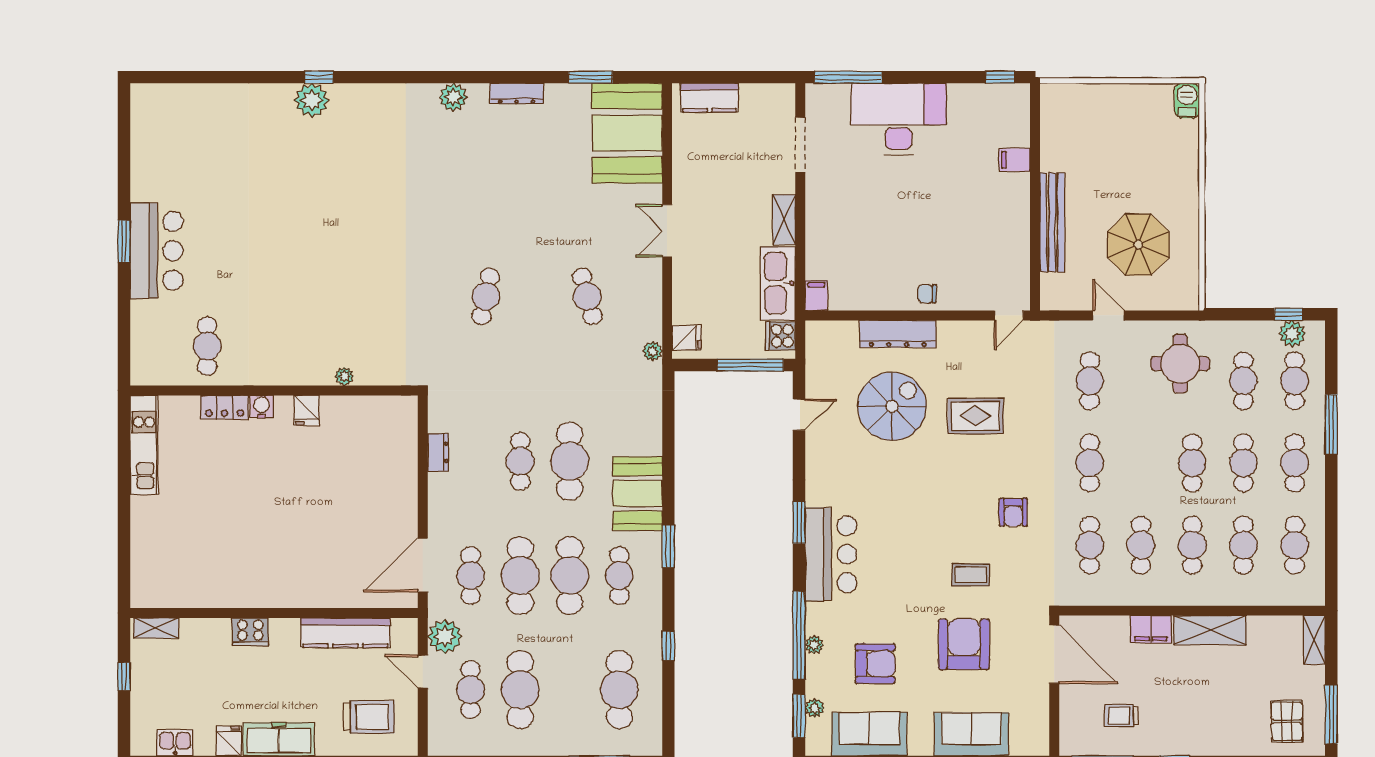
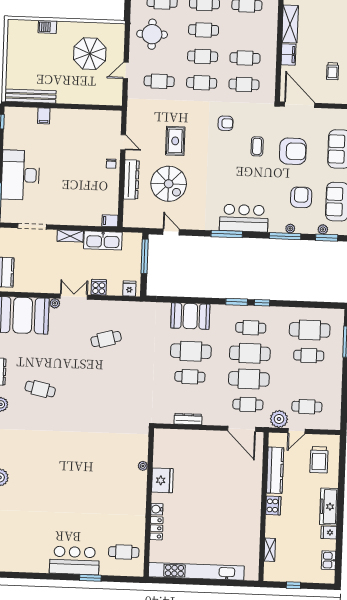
barbecue: (1187, 101) -> (47, 27), moved
bench: (1052, 222) -> (30, 96), moved
double door: (667, 231) -> (74, 297), swing flipped
window: (124, 241) -> (90, 578), moved
cafe table: (486, 296) -> (40, 389), moved
door: (1009, 315) -> (123, 142), moved
cooker: (780, 336) -> (99, 287), moved, turned 180
cafe table: (207, 346) -> (124, 552), moved
plant: (653, 351) -> (55, 303), moved
spiral stairs: (892, 406) -> (169, 184), turned 180
fridge: (307, 410) -> (162, 480), width x1.88, depth x1.34
kitchen unit: (144, 445) -> (196, 571), width x1.86
dresser: (438, 452) -> (188, 419), width x1.44
booth: (638, 494) -> (190, 316), moved
window: (799, 522) -> (227, 234), width x1.44
cafe table: (1192, 545) -> (203, 56), moved
shelving: (156, 628) -> (270, 550), moved
cooker: (250, 632) -> (273, 506), moved
window: (799, 635) -> (285, 236), width x0.68
armchair: (964, 644) -> (293, 151), turned 180
window: (668, 646) -> (262, 303), moved
door: (1054, 654) -> (300, 105), hinge flipped
cafe table: (520, 690) -> (309, 355), moved, width x0.73, depth x0.74
trolley: (369, 717) -> (319, 460), turned 180

